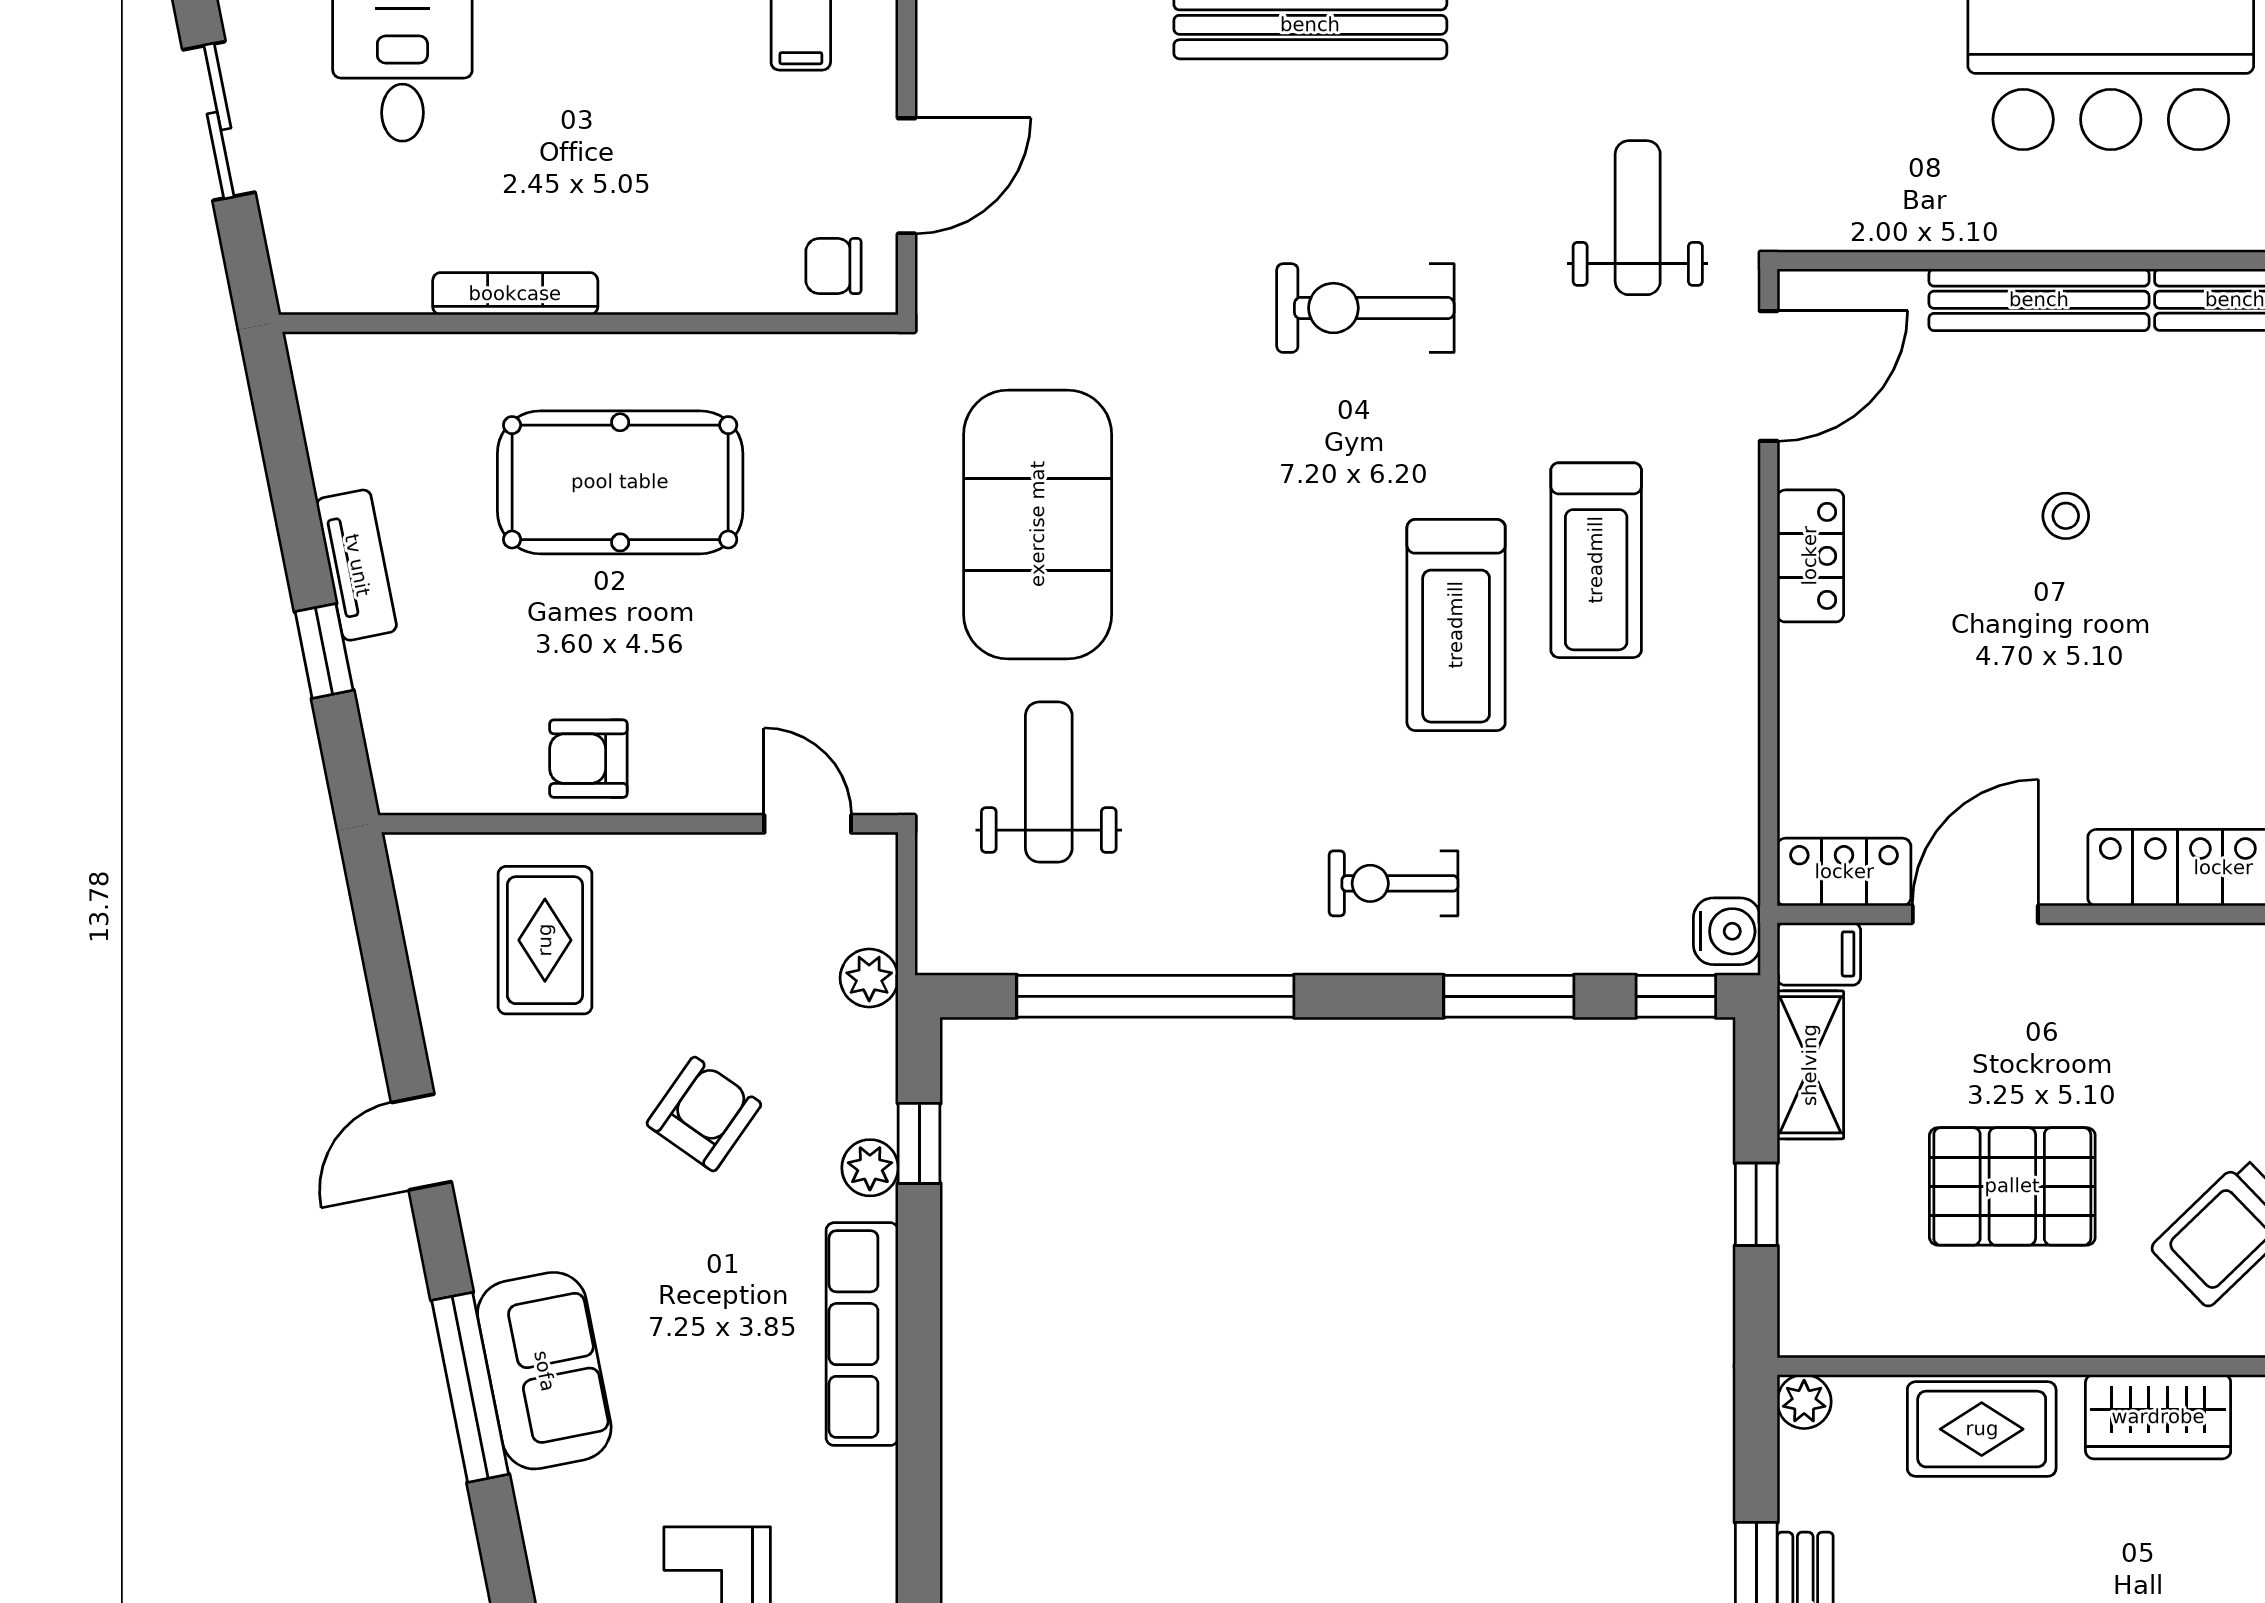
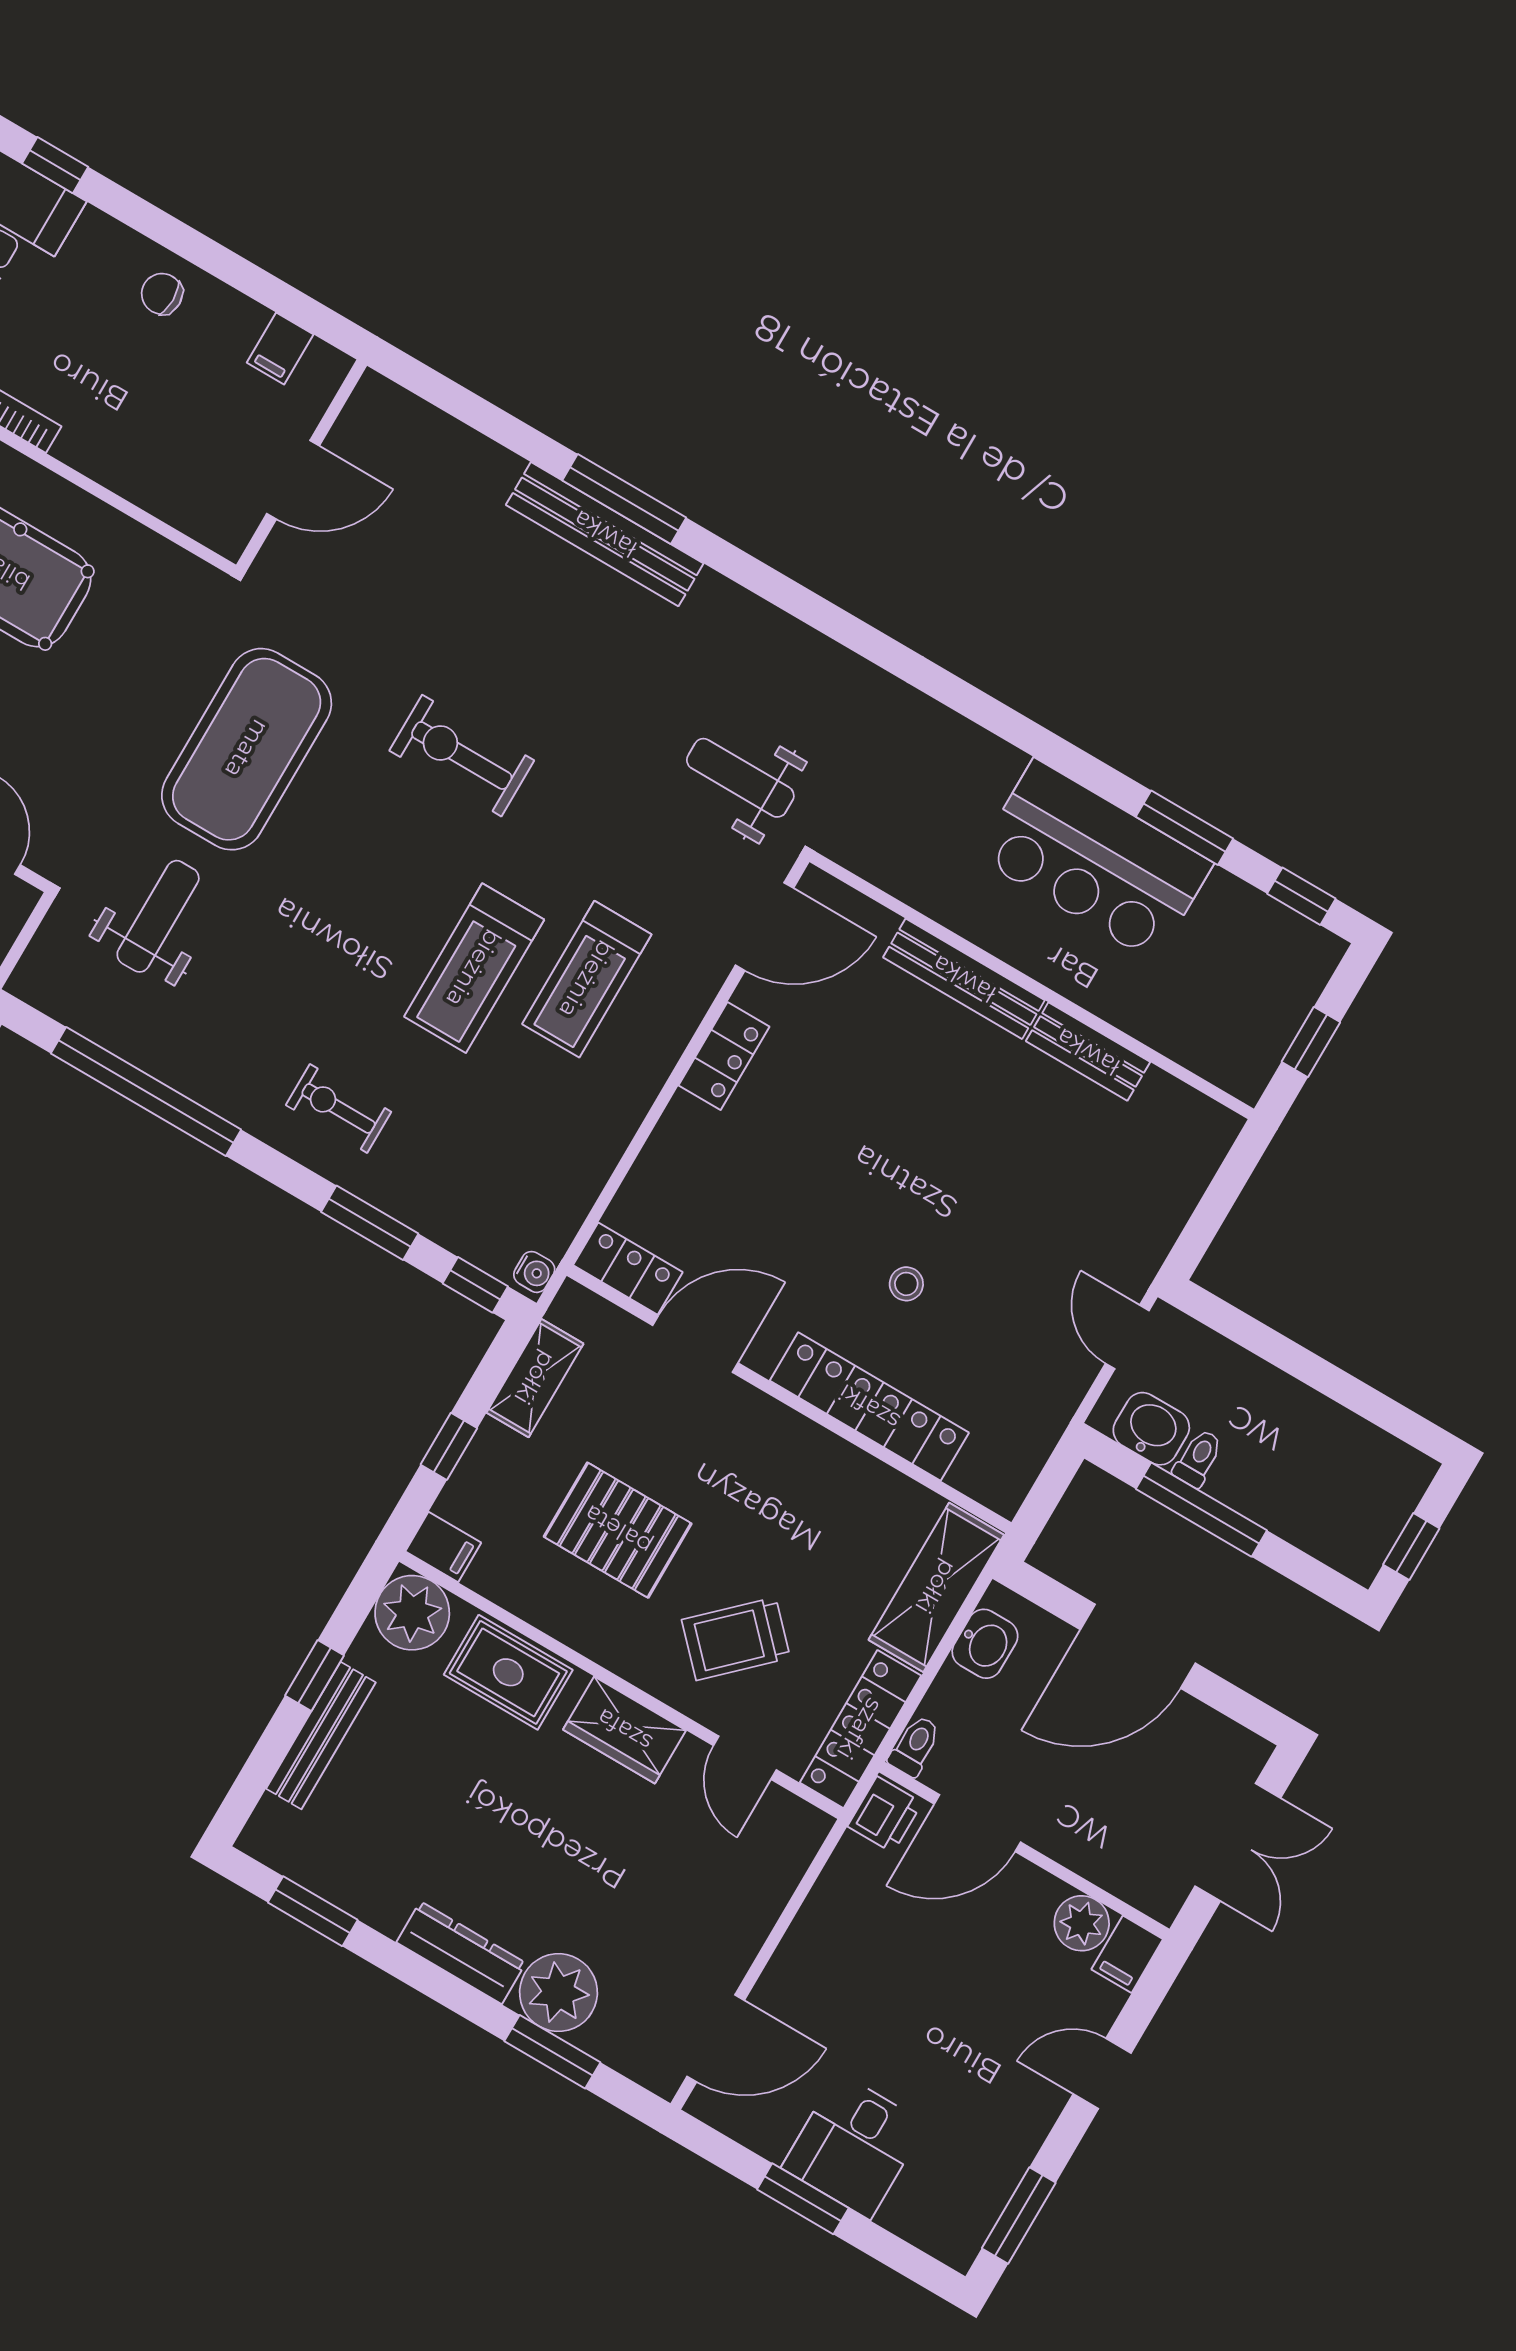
weight bench: (1638, 218) -> (740, 778), turned -90
chair: (833, 266) -> (162, 294), moved
exercise bike: (1365, 308) -> (462, 756), moved
stool: (2066, 516) -> (906, 1284), moved
water cooler: (1727, 931) -> (534, 1272), width x0.72, depth x0.72
filing cabinet: (1819, 954) -> (443, 1547), moved
plant: (1804, 1402) -> (412, 1613), width x1.88, depth x1.88

